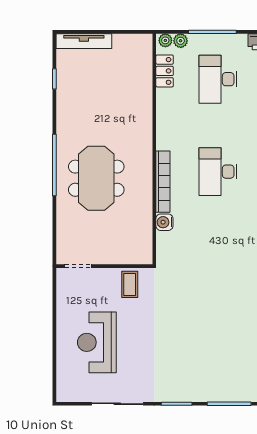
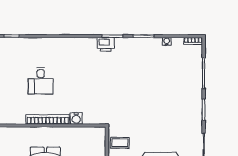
desk: (218, 172) -> (41, 81), width x0.73

